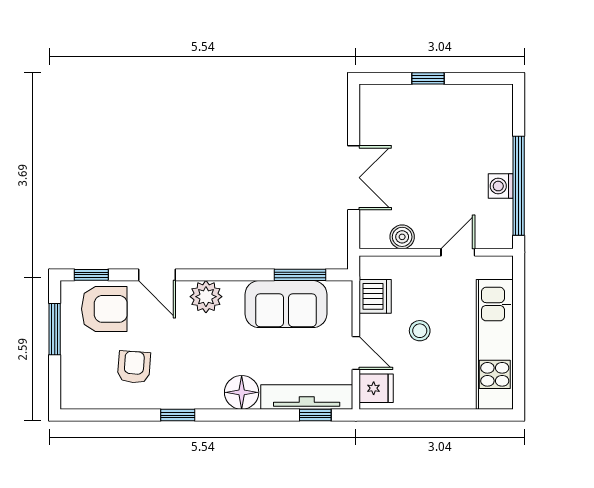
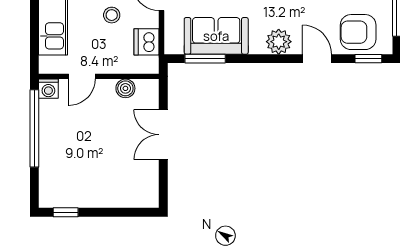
window: (428, 78) -> (66, 212), moved
washing machine: (501, 186) -> (48, 89), moved, turned 90

